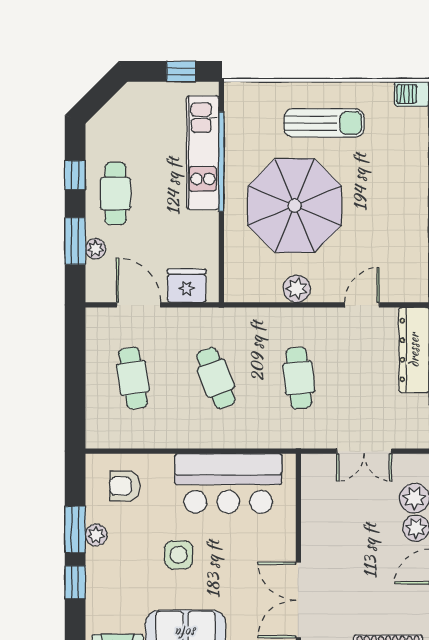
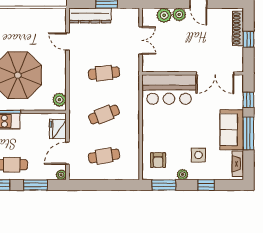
plant: (95, 249) -> (61, 175), moved
plant: (297, 289) -> (59, 100), moved
bar counter: (228, 483) -> (169, 89), moved, turned 90
window: (75, 530) -> (164, 185), moved
side table: (179, 555) -> (198, 155), moved

